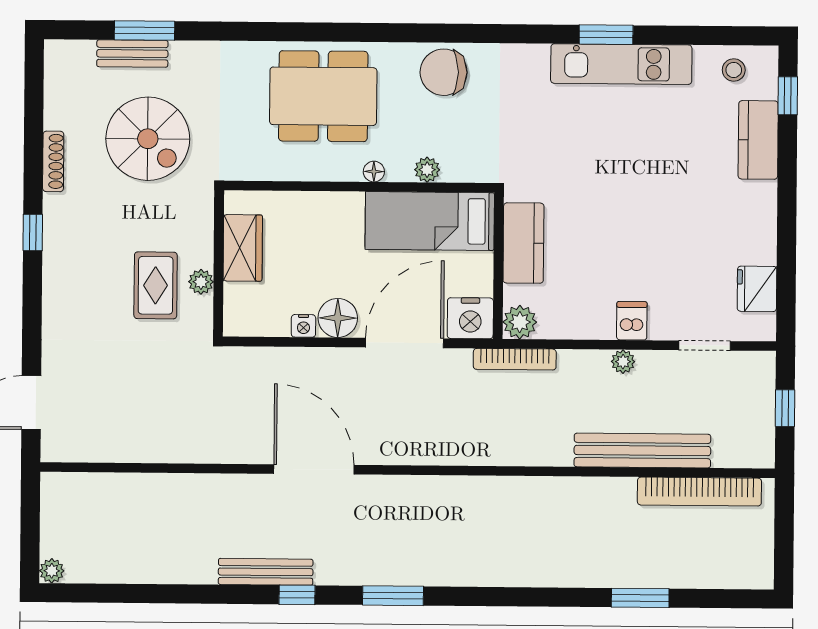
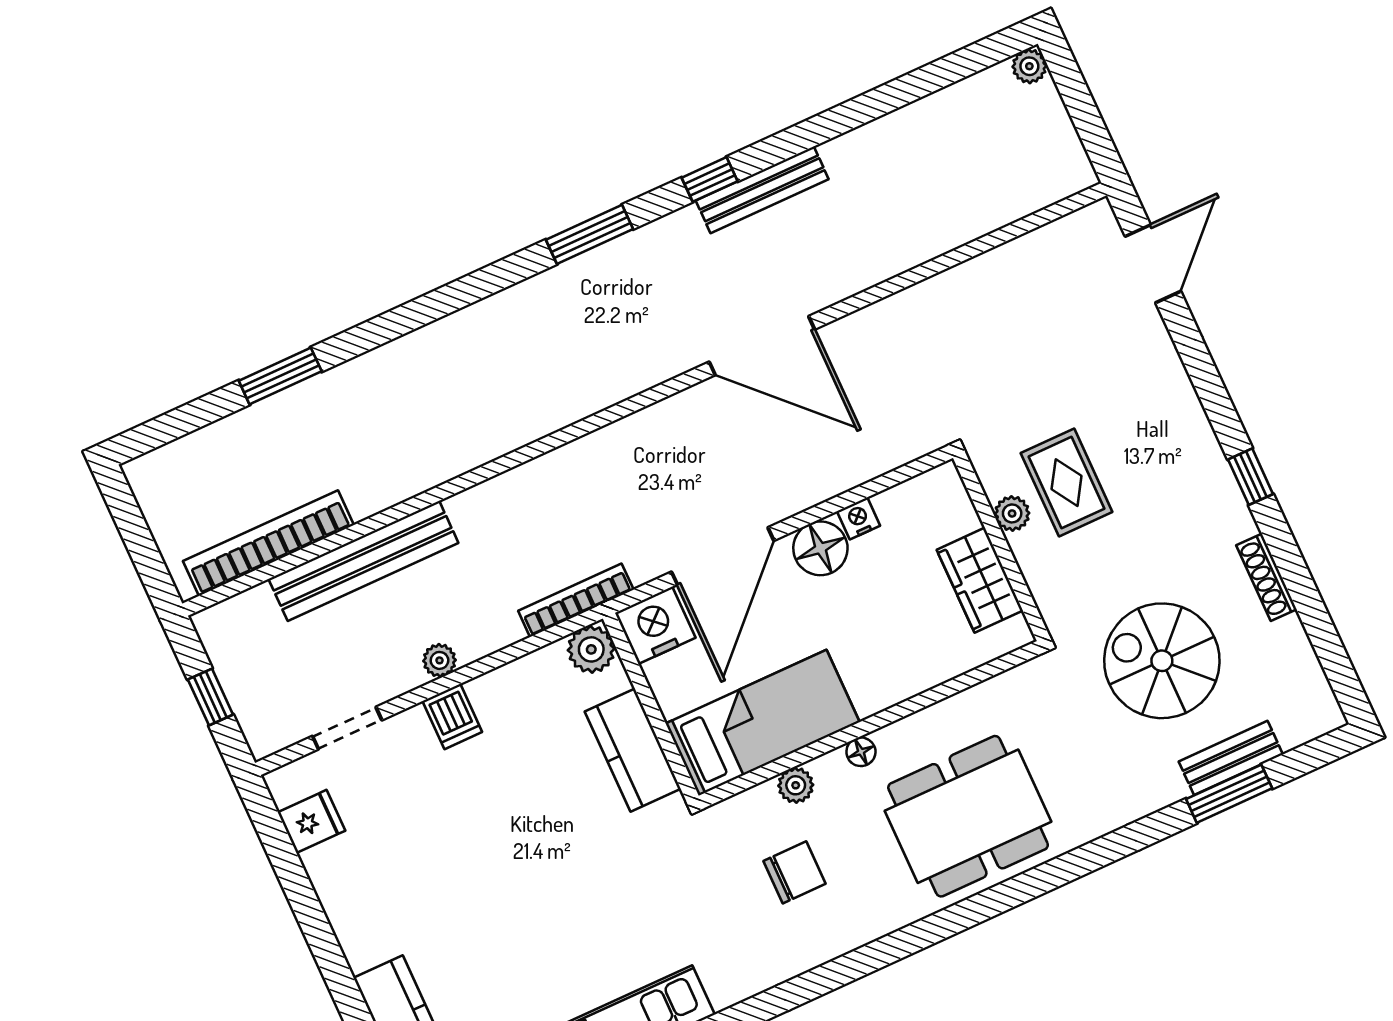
chair: (444, 72) -> (794, 872), moved, width x0.73, depth x0.73
fridge: (757, 289) -> (311, 821), width x0.72

